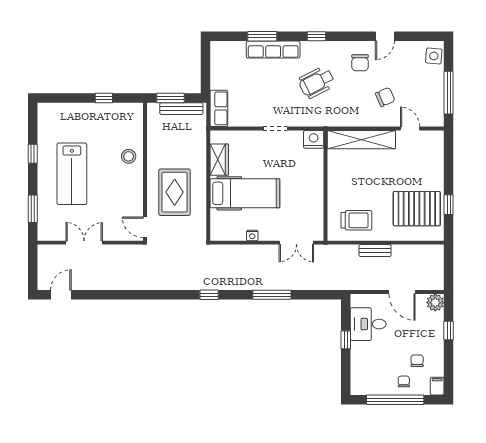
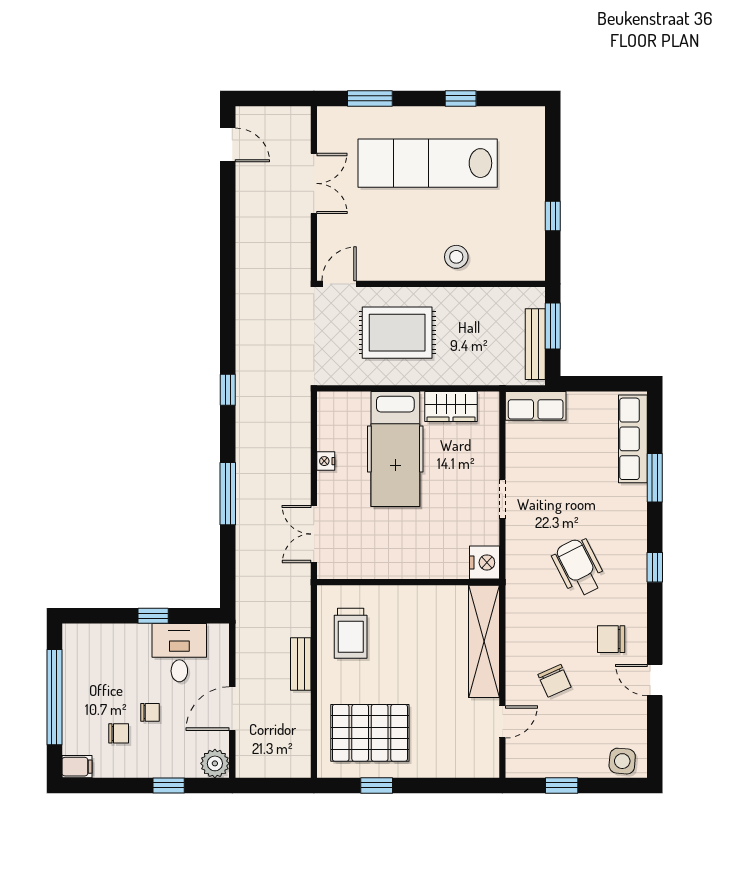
row of seats: (273, 49) -> (633, 439), moved
window: (449, 93) -> (562, 785), width x0.46
lab bench: (72, 174) -> (428, 163), width x1.36
pallet: (417, 209) -> (370, 733), turned 90
chair: (404, 381) -> (150, 712), moved

